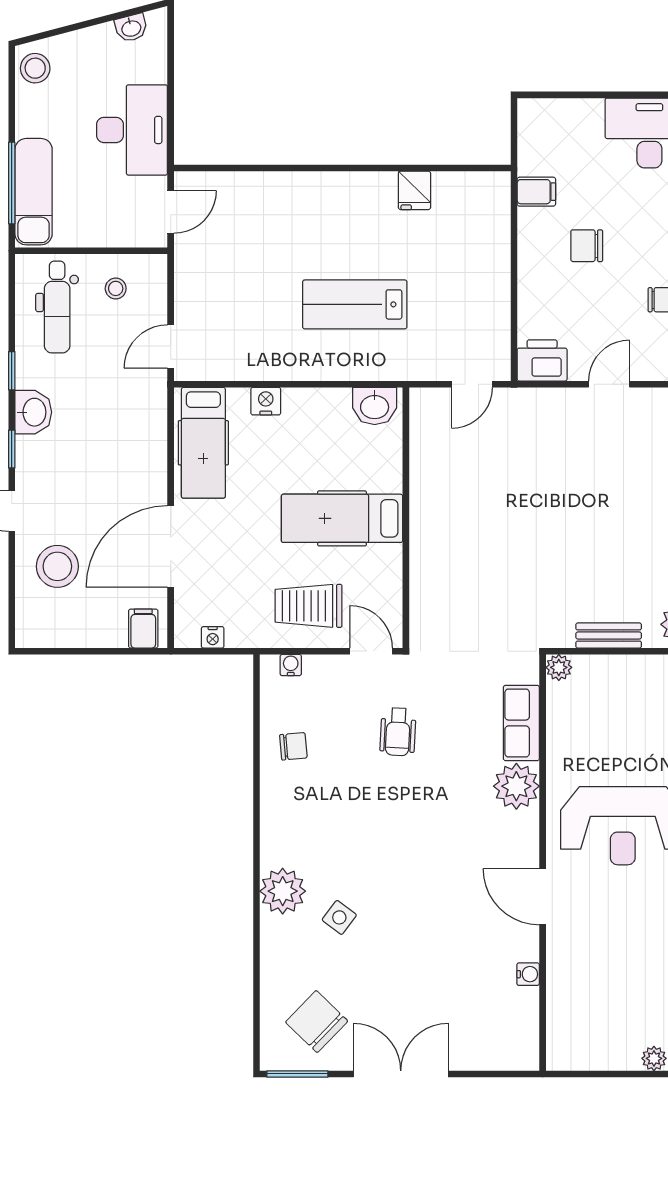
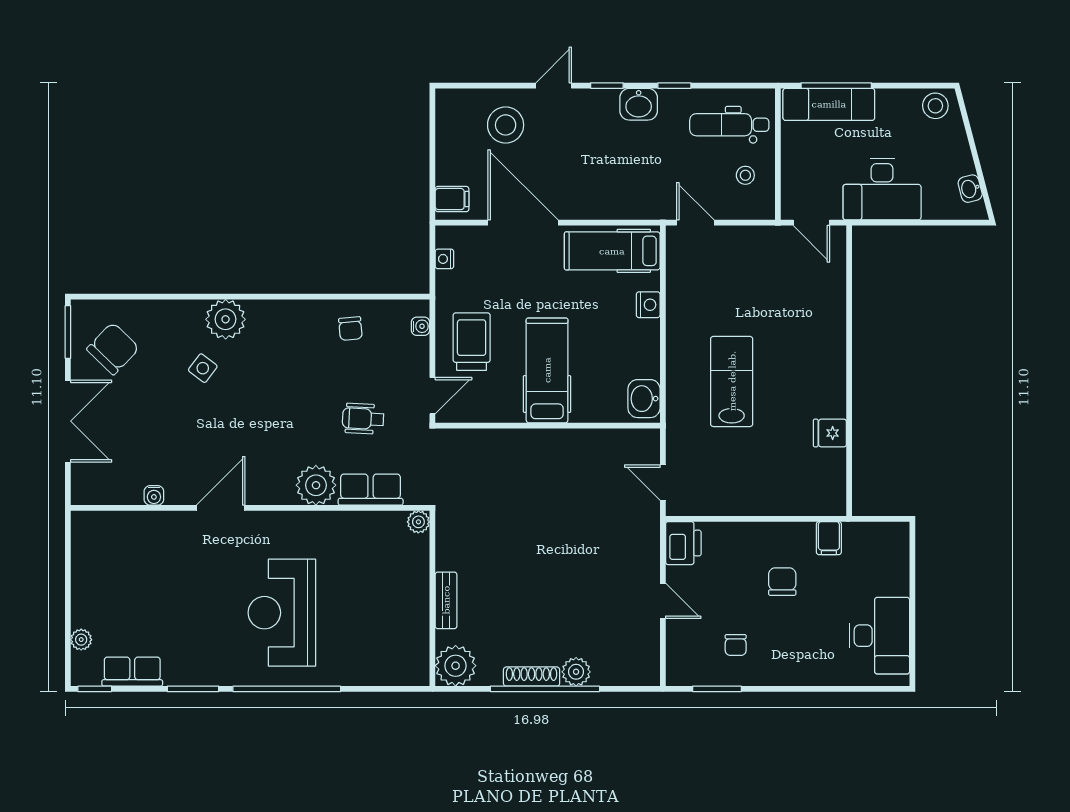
plant: (559, 667) -> (418, 522), moved
row of seats: (521, 723) -> (371, 490), moved
plant: (516, 786) -> (316, 485), moved
wall: (543, 863) -> (250, 508), moved
door: (543, 897) -> (221, 508), moved
water cooler: (528, 974) -> (154, 495), moved

